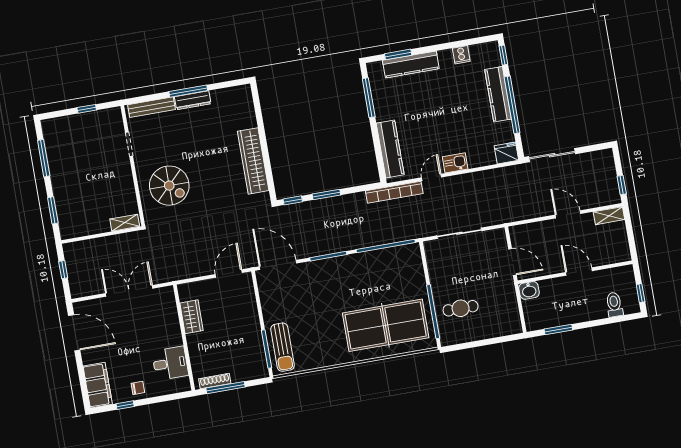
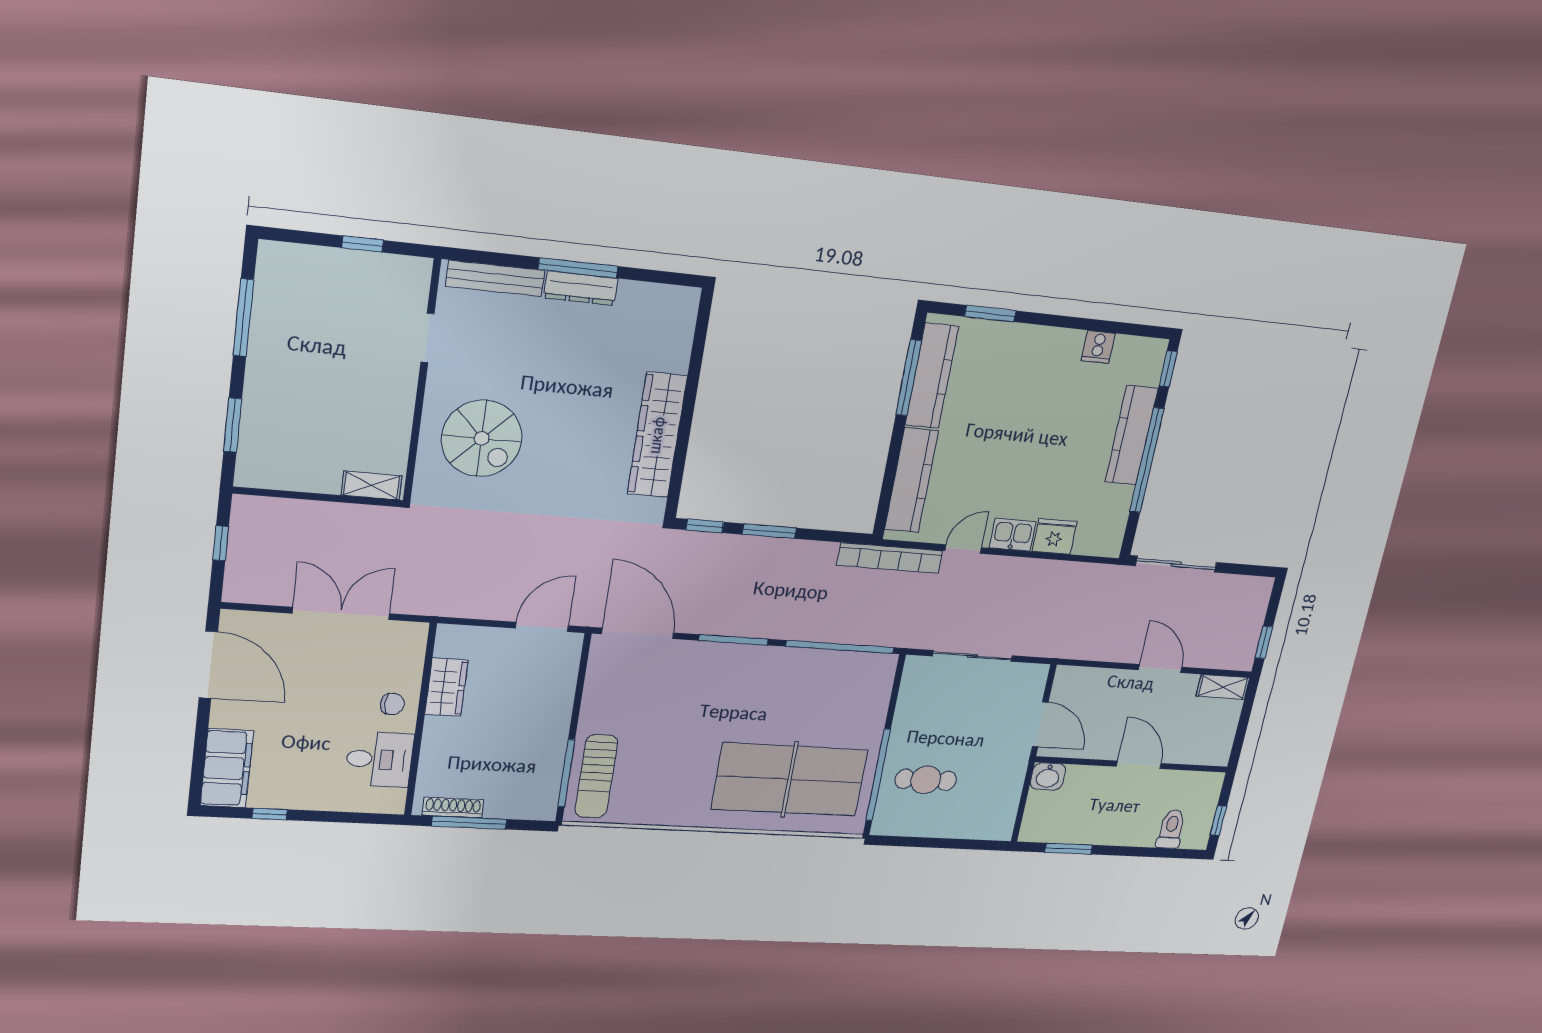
kitchen counter: (411, 64) -> (932, 376), moved, turned -90
fridge: (506, 153) -> (1054, 536), moved
chair: (138, 388) -> (392, 704), moved

